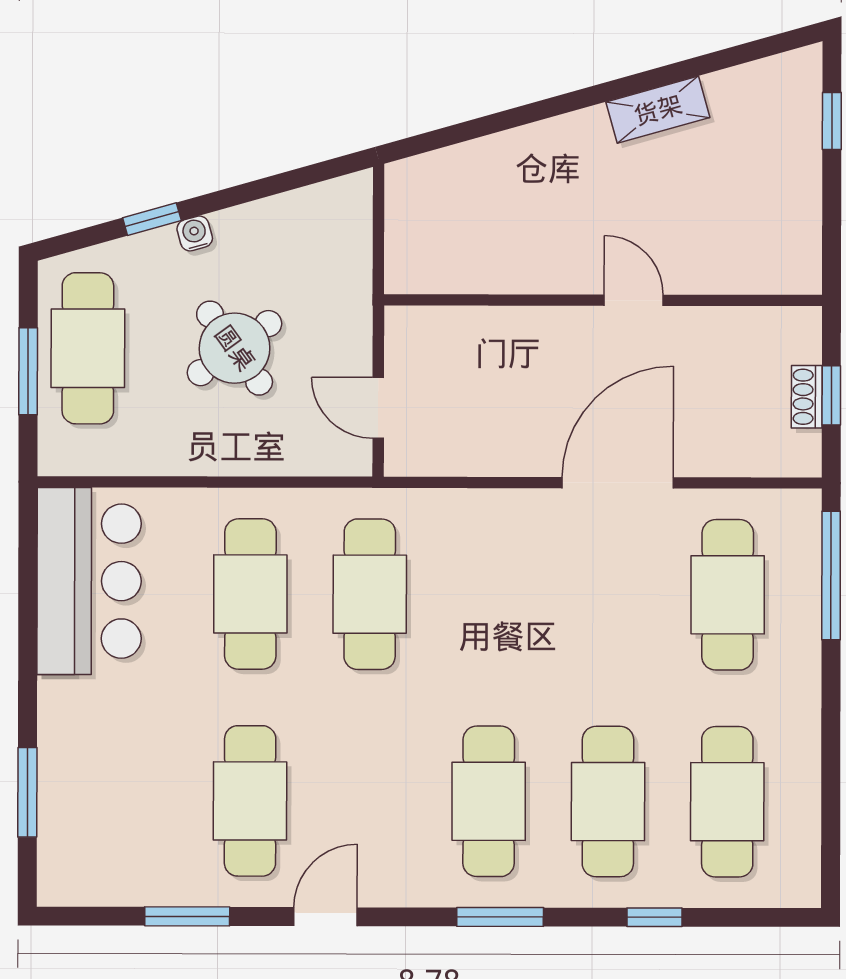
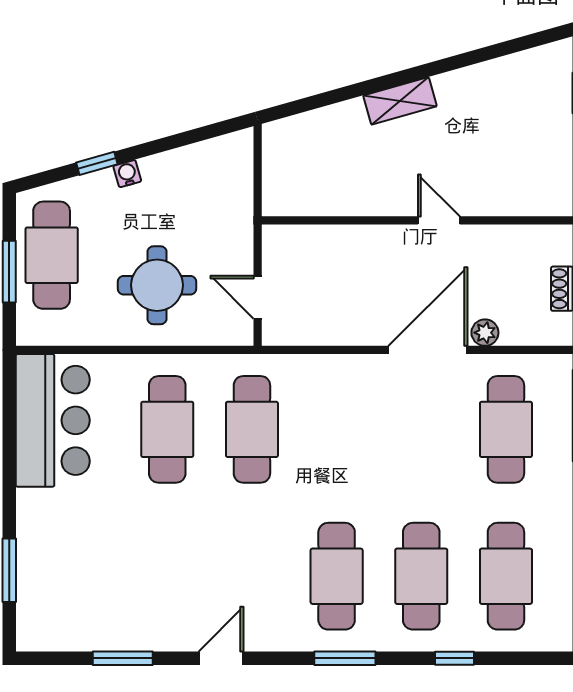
shelving: (658, 110) -> (400, 101), moved
round table: (235, 348) -> (157, 285), moved, turned 36
plant: (698, 458) -> (485, 333), added
cafe table: (250, 801) -> (167, 576), removed

